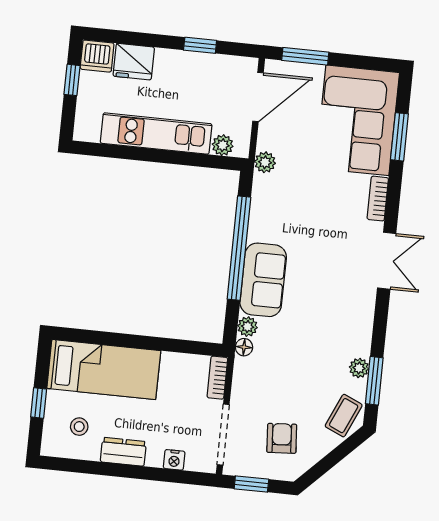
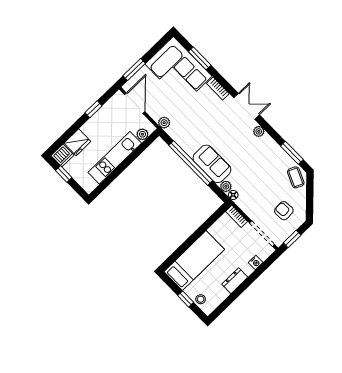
plant: (359, 368) -> (259, 131), moved
stool: (79, 427) -> (201, 299), moved

